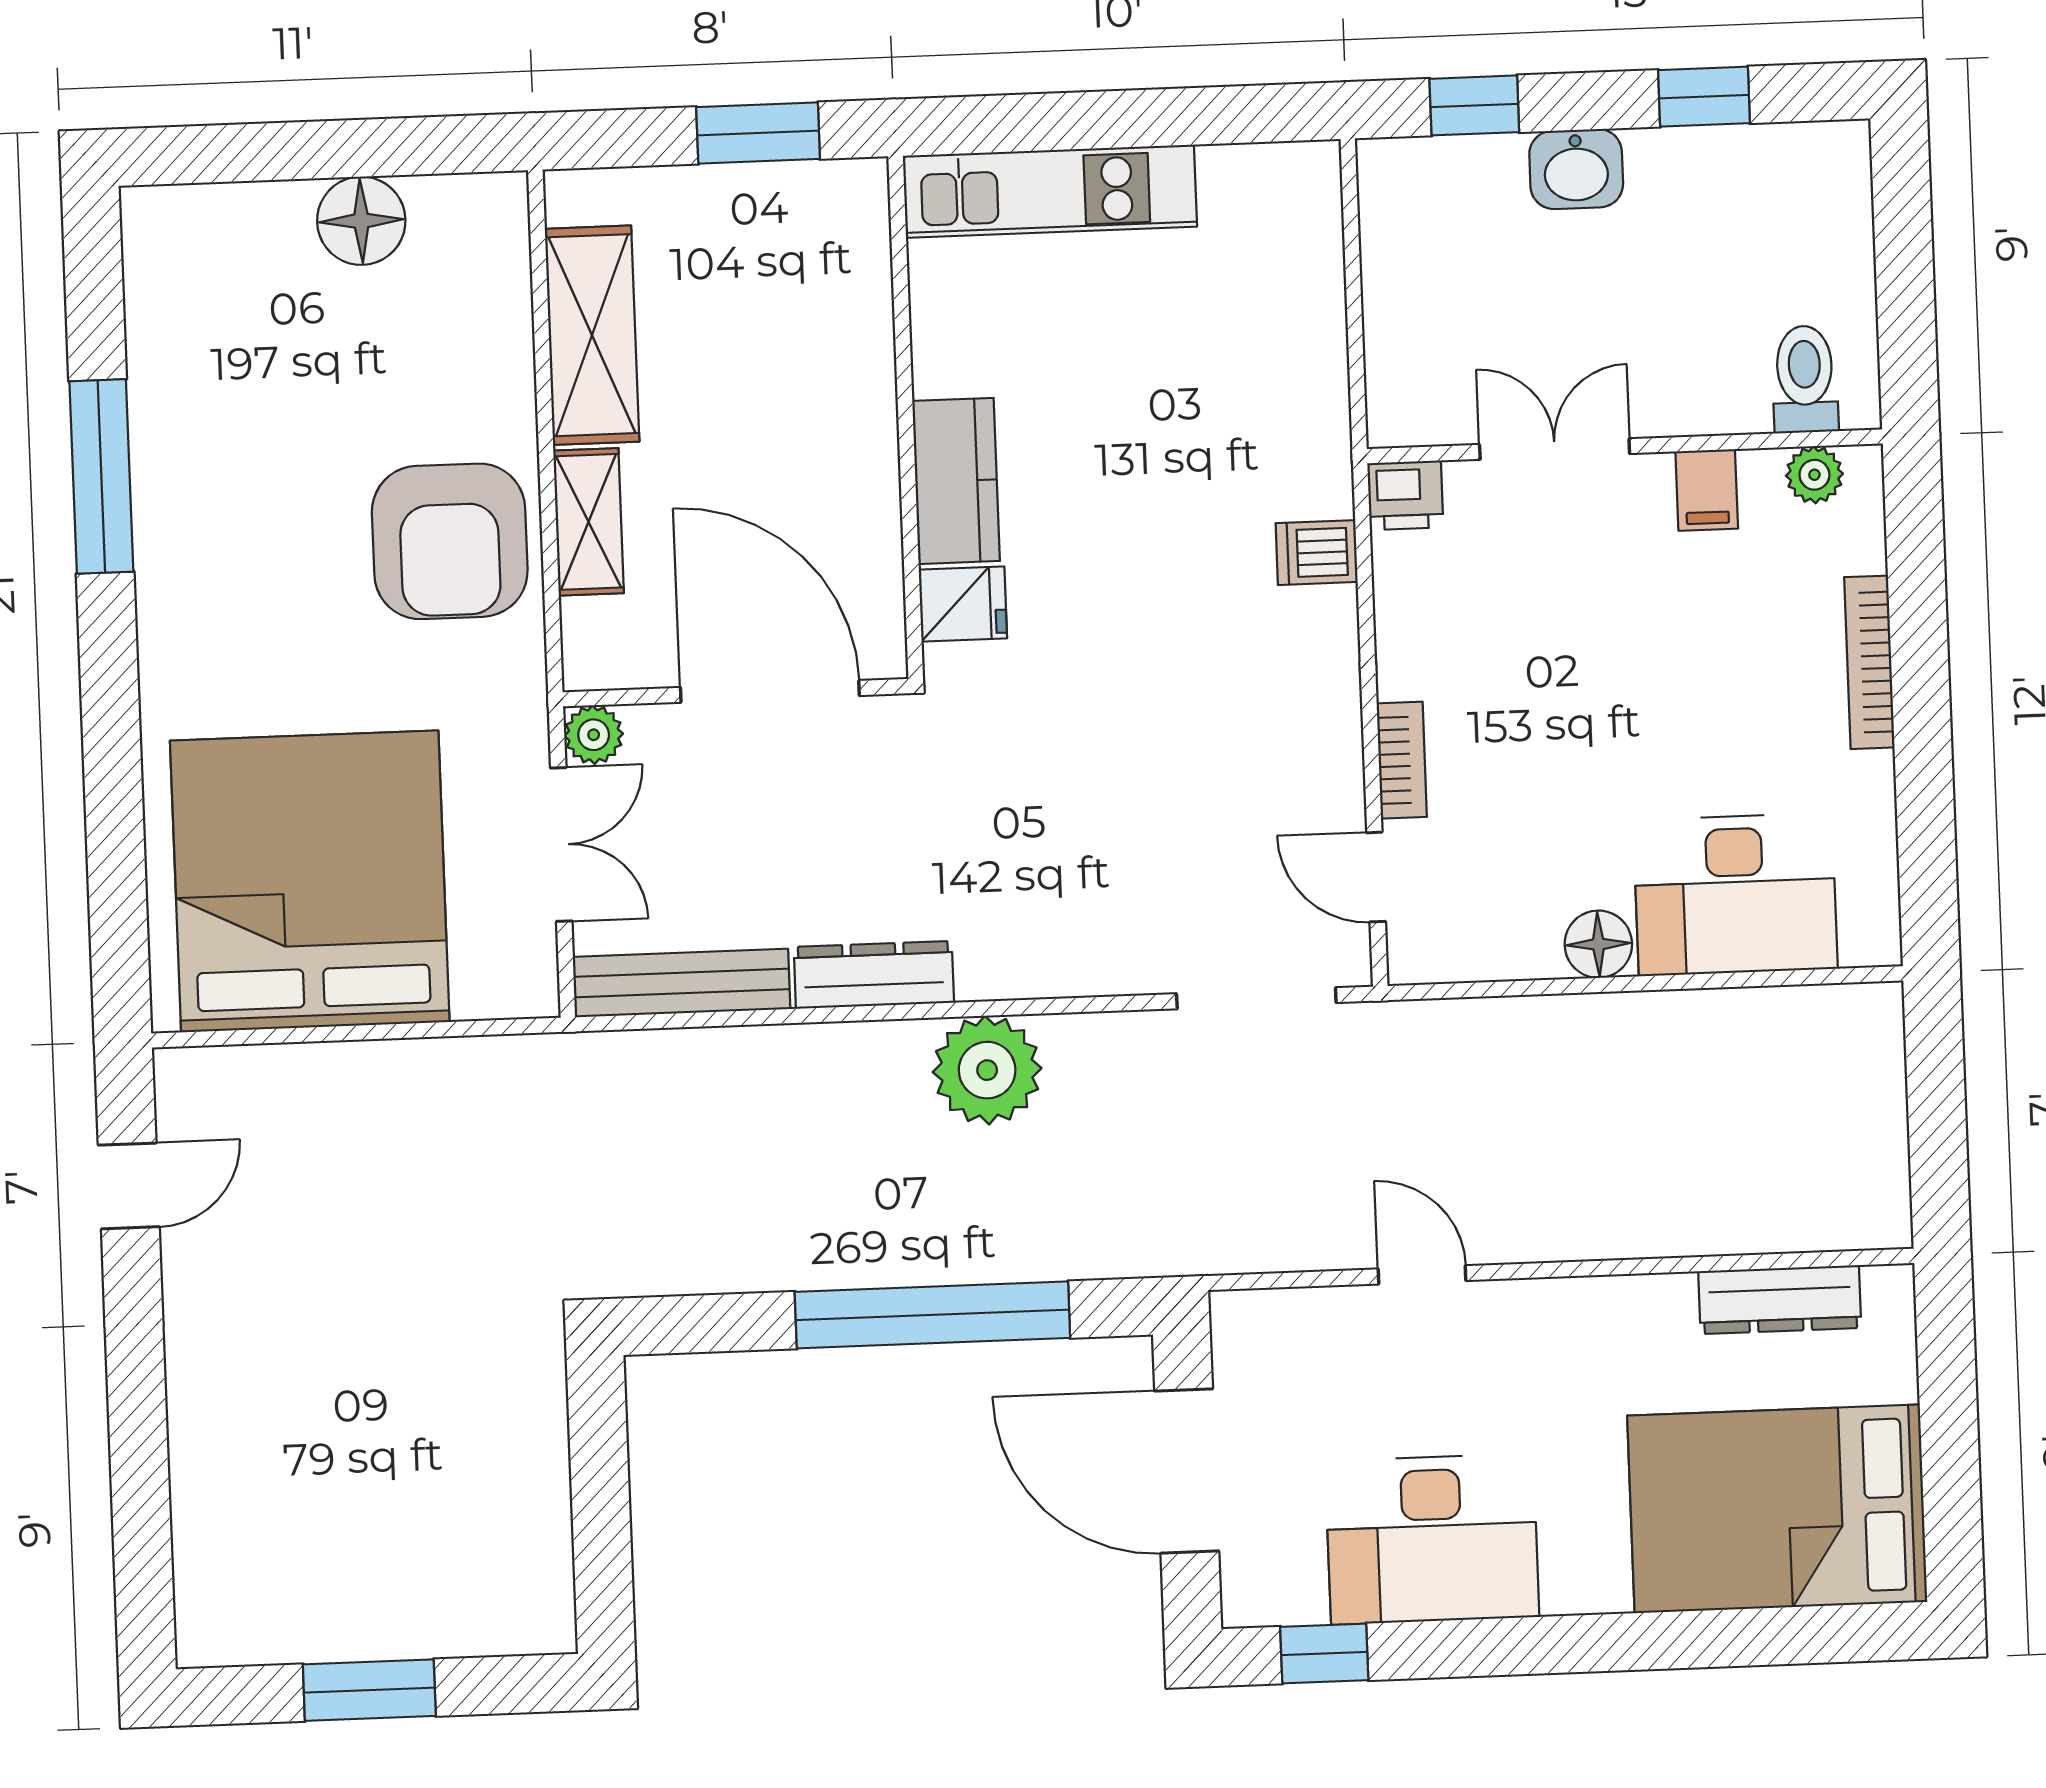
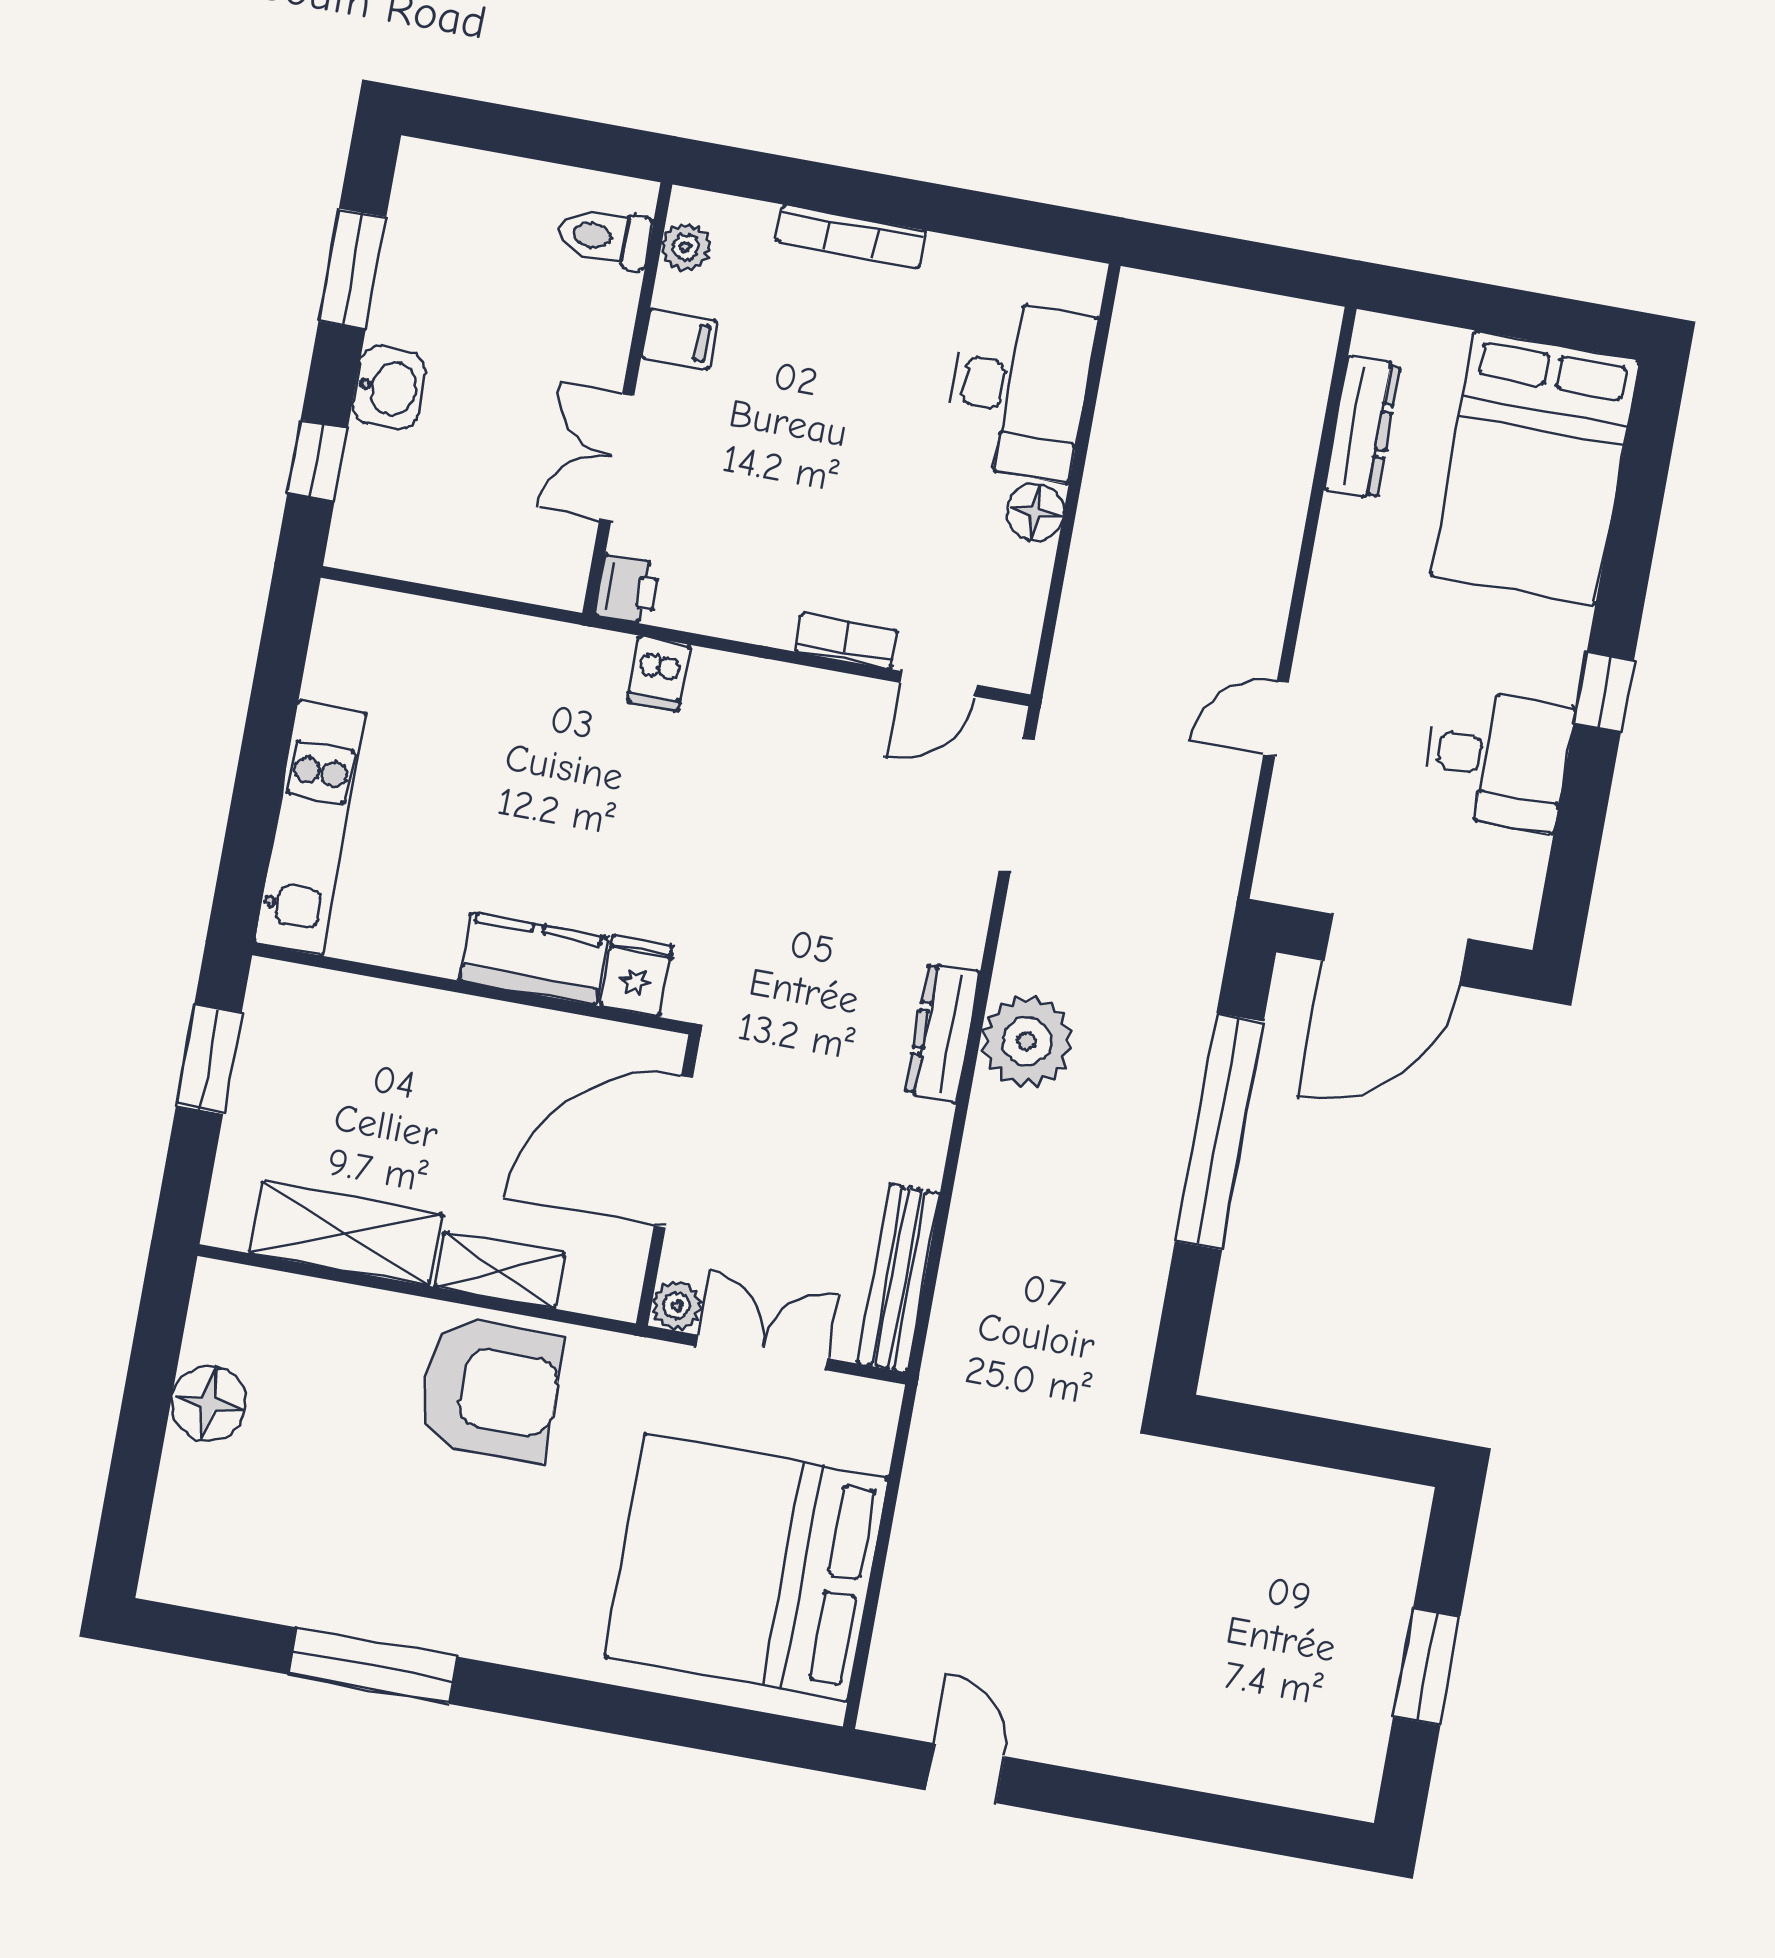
window: (1704, 97) -> (352, 269), width x1.50
dresser: (874, 975) -> (942, 1033), moved
desk: (1432, 1539) -> (1497, 759), width x0.73
window: (1324, 1653) -> (1604, 692), moved

